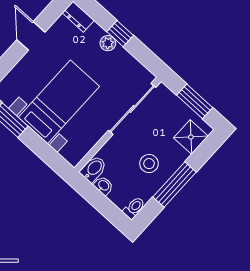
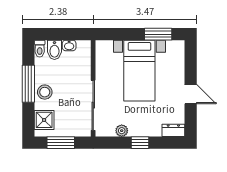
plant: (108, 43) -> (122, 131), moved
stool: (149, 164) -> (45, 92), moved
bidet: (93, 169) -> (54, 50), moved

